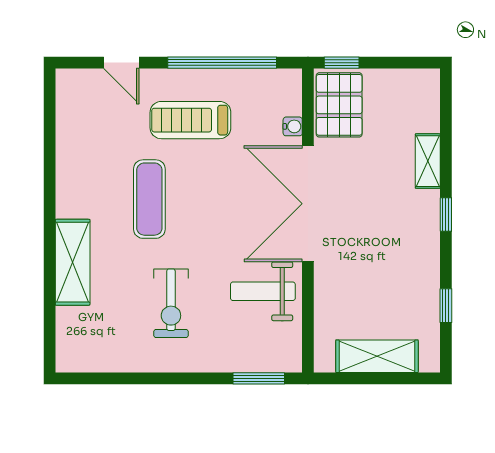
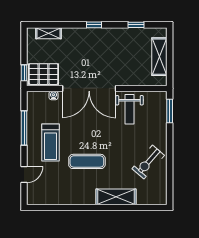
window: (222, 63) -> (24, 128), width x0.68
shelving: (428, 161) -> (49, 33), moved
exercise bike: (171, 303) -> (148, 162), moved, turned 131

